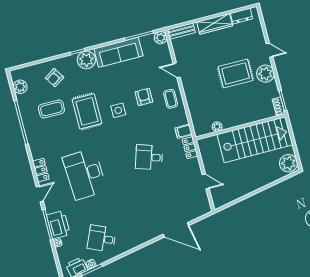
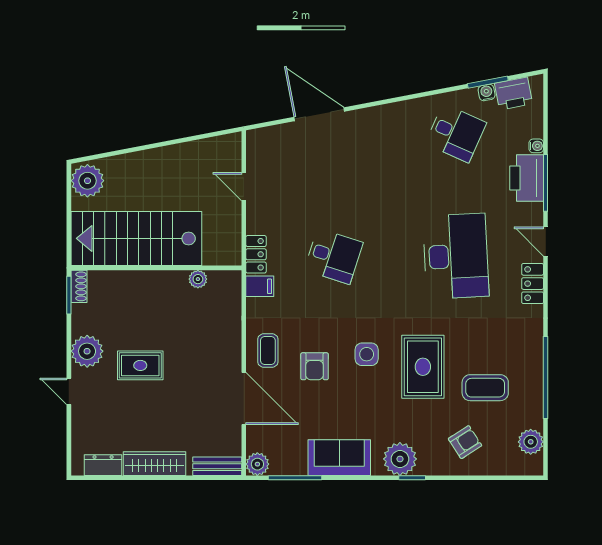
sofa: (118, 52) -> (339, 458), width x0.73
door: (177, 70) -> (244, 398), width x1.87
rug: (236, 73) -> (140, 365), width x0.73, depth x0.70
door: (40, 194) -> (546, 242), hinge flipped

